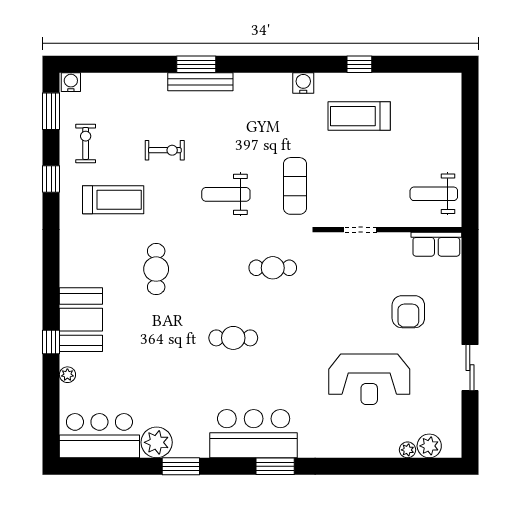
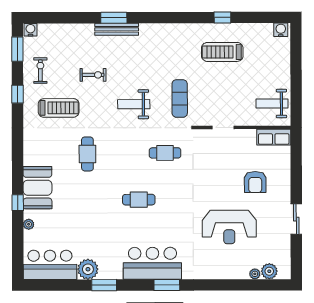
water cooler: (303, 83) -> (281, 30), moved

